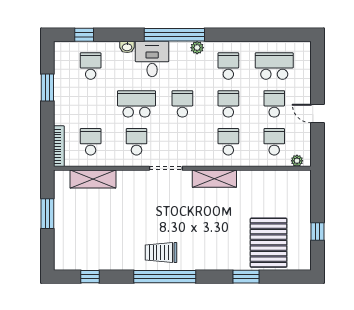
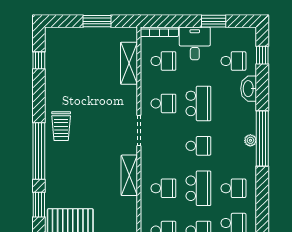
washbasin: (127, 47) -> (249, 89), width x1.91, depth x1.45
plant: (197, 48) -> (250, 140), moved
desk: (152, 59) -> (195, 43), moved, turned -90
school desk: (228, 104) -> (198, 188), width x1.85
trolley: (161, 253) -> (61, 126), turned 180
window: (165, 277) -> (39, 151), moved

